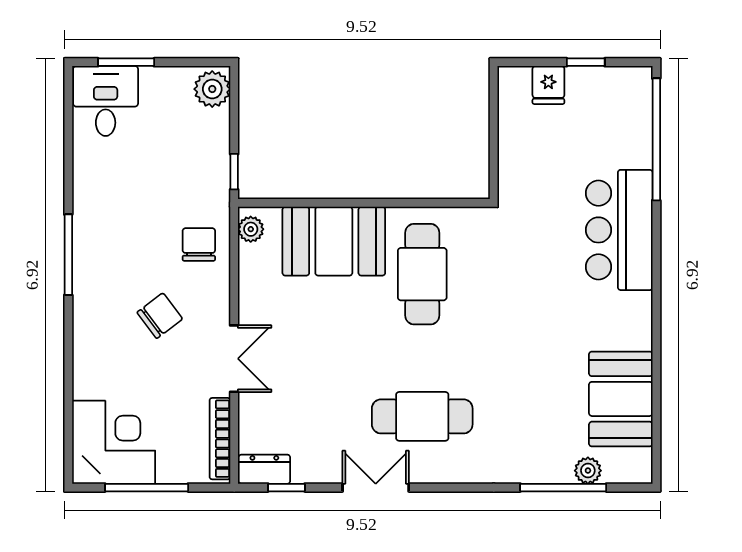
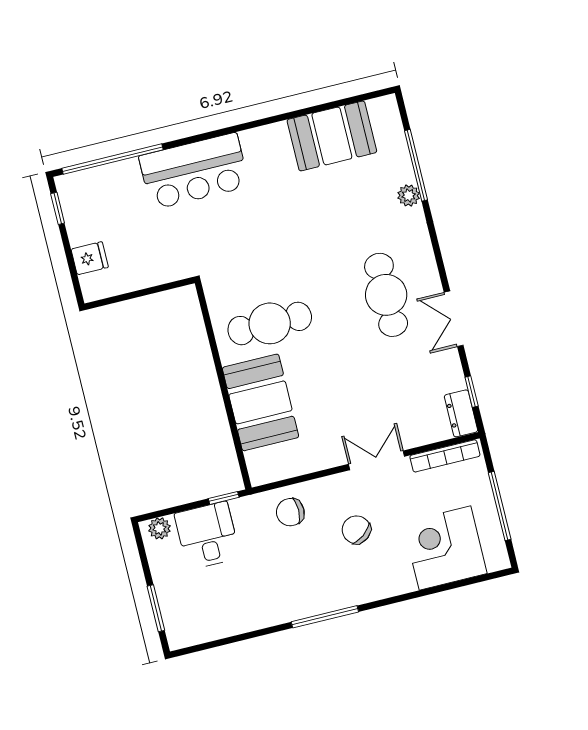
window: (586, 62) -> (58, 208), moved
plant: (212, 89) -> (159, 528), width x0.73, depth x0.73
desk: (106, 101) -> (207, 536), moved, turned 90
plant: (251, 229) -> (267, 473), removed
corner desk: (114, 442) -> (445, 548), moved
plant: (588, 471) -> (409, 196), moved

